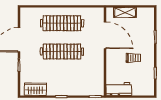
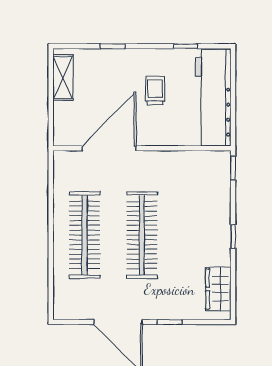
shelving: (125, 13) -> (63, 77), moved
workbench: (119, 89) -> (213, 98), width x1.88, depth x1.32

